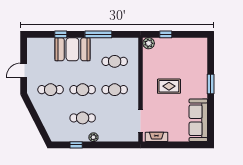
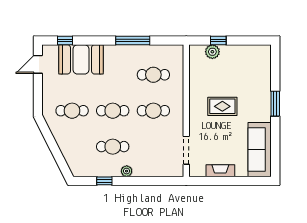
window: (61, 34) -> (65, 41), moved
plant: (149, 43) -> (212, 52), moved
booth: (72, 49) -> (81, 59), moved
door: (24, 70) -> (38, 64), moved
fireplace: (156, 137) -> (220, 171), moved

